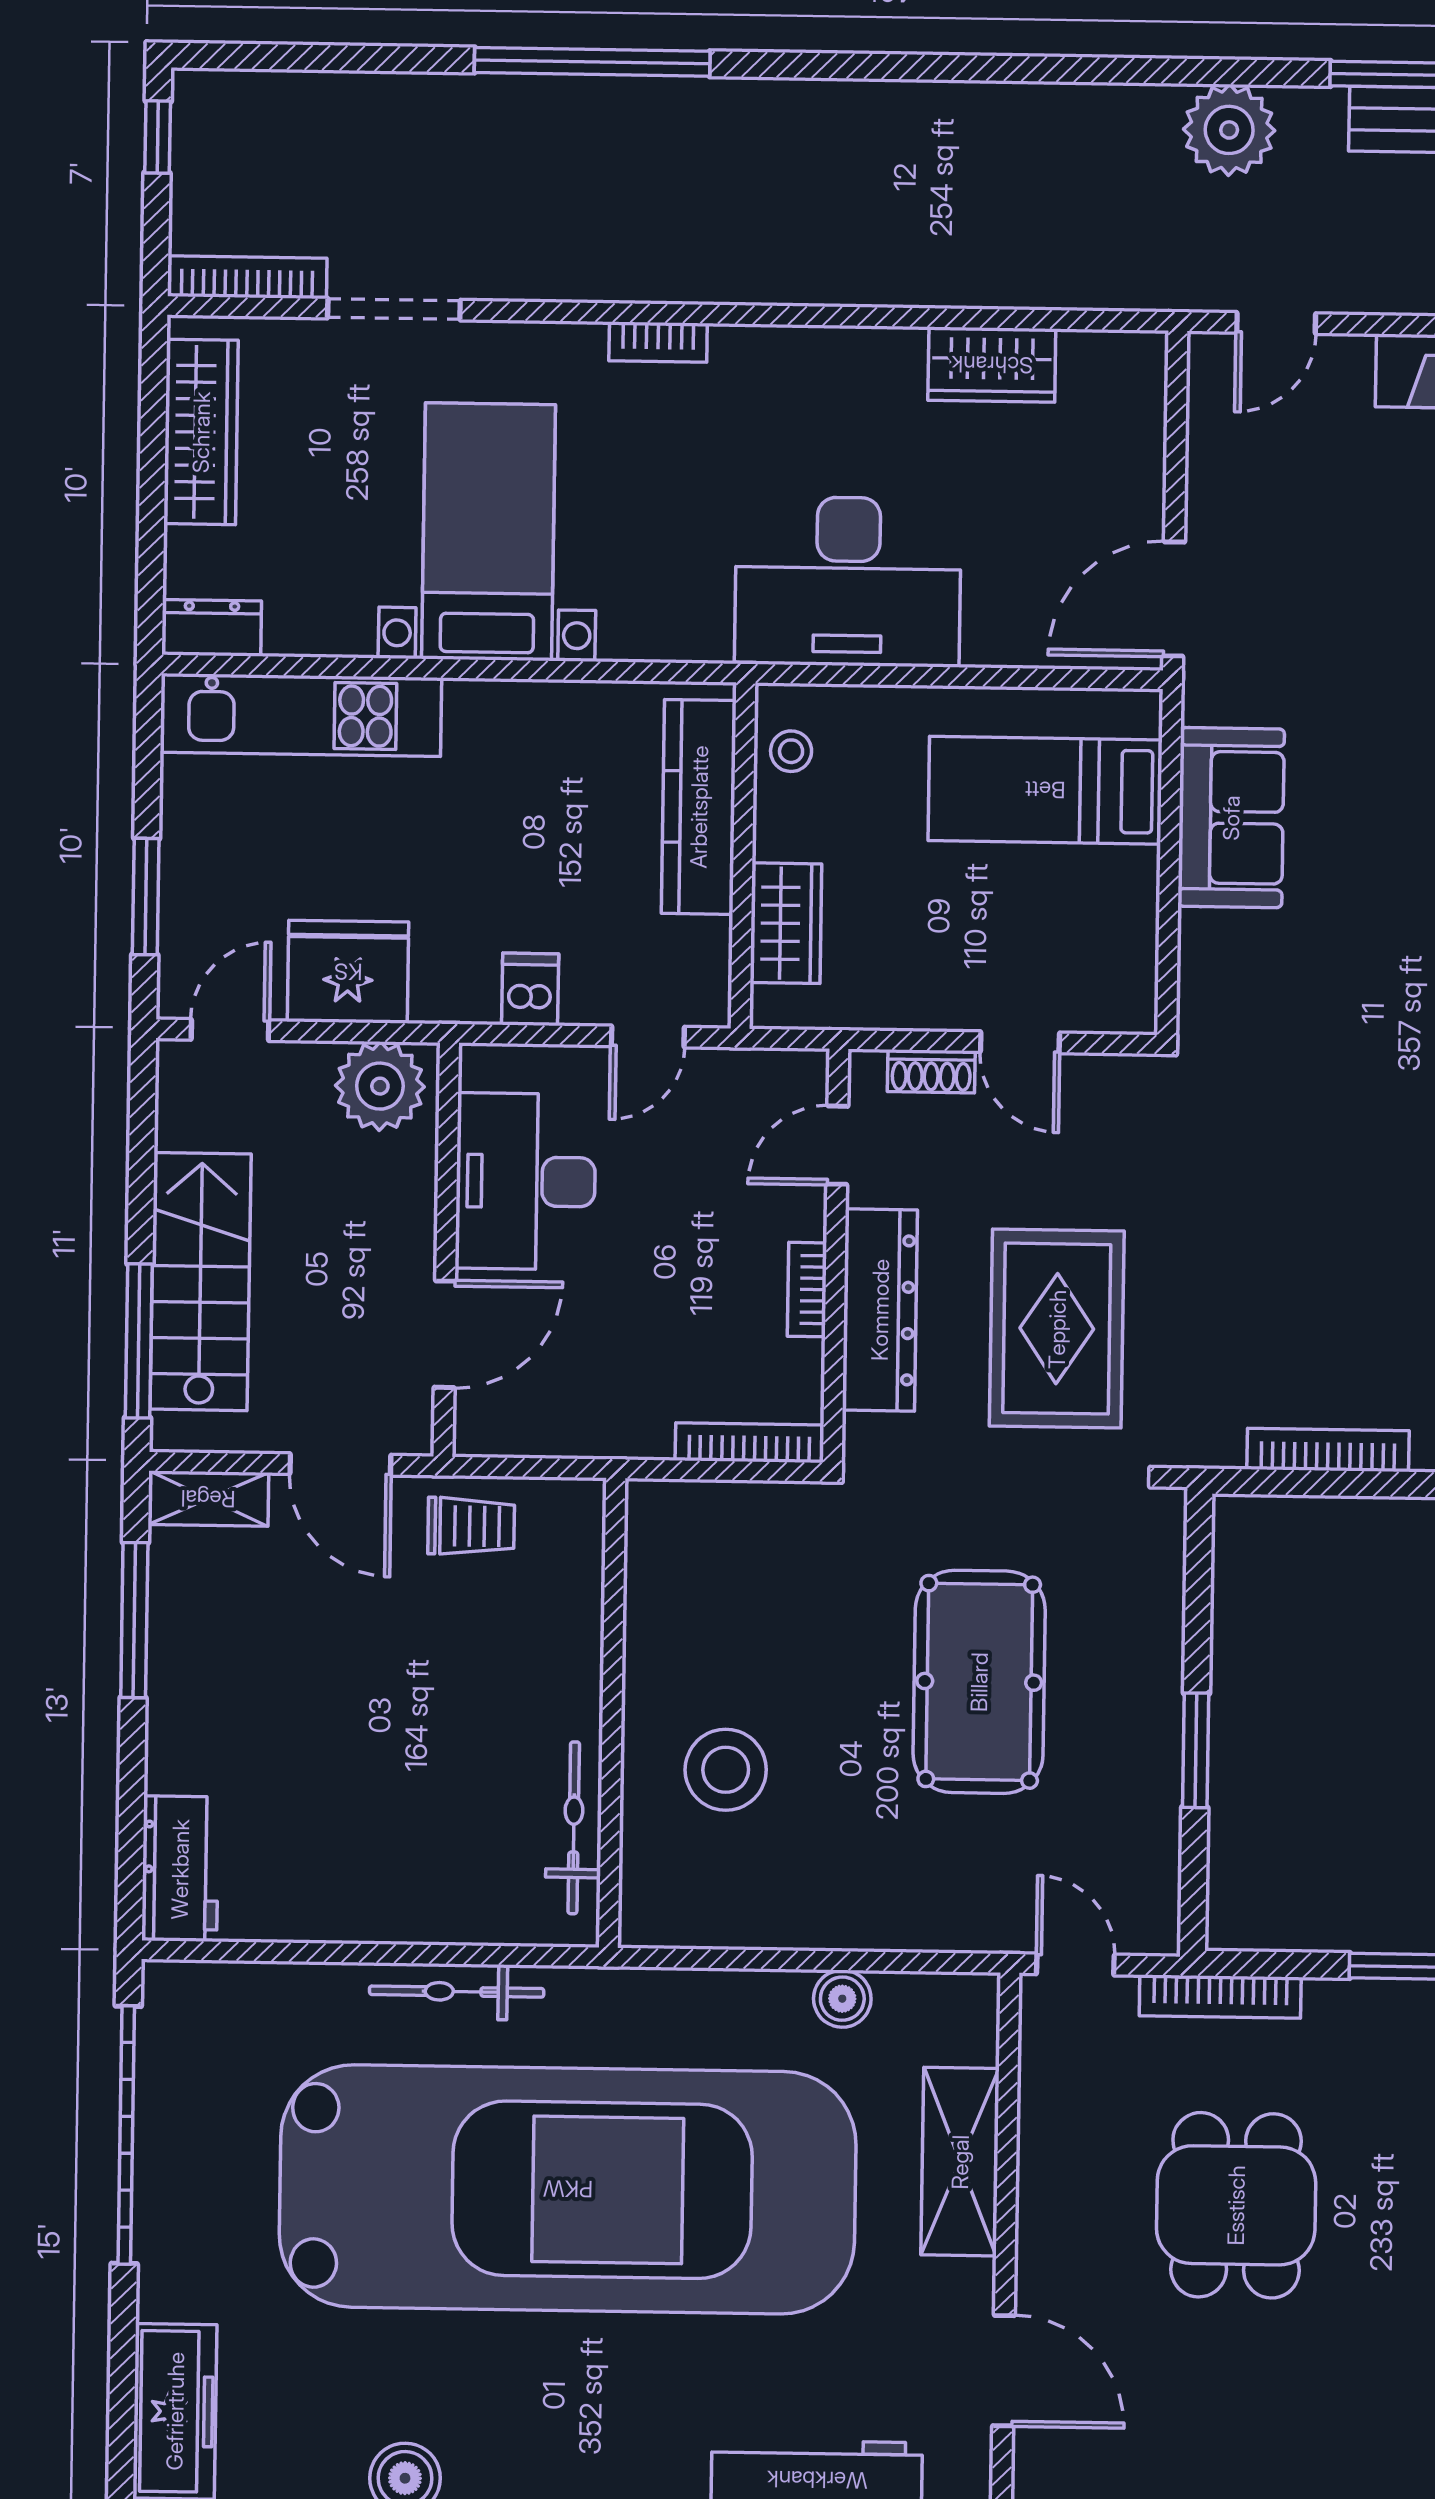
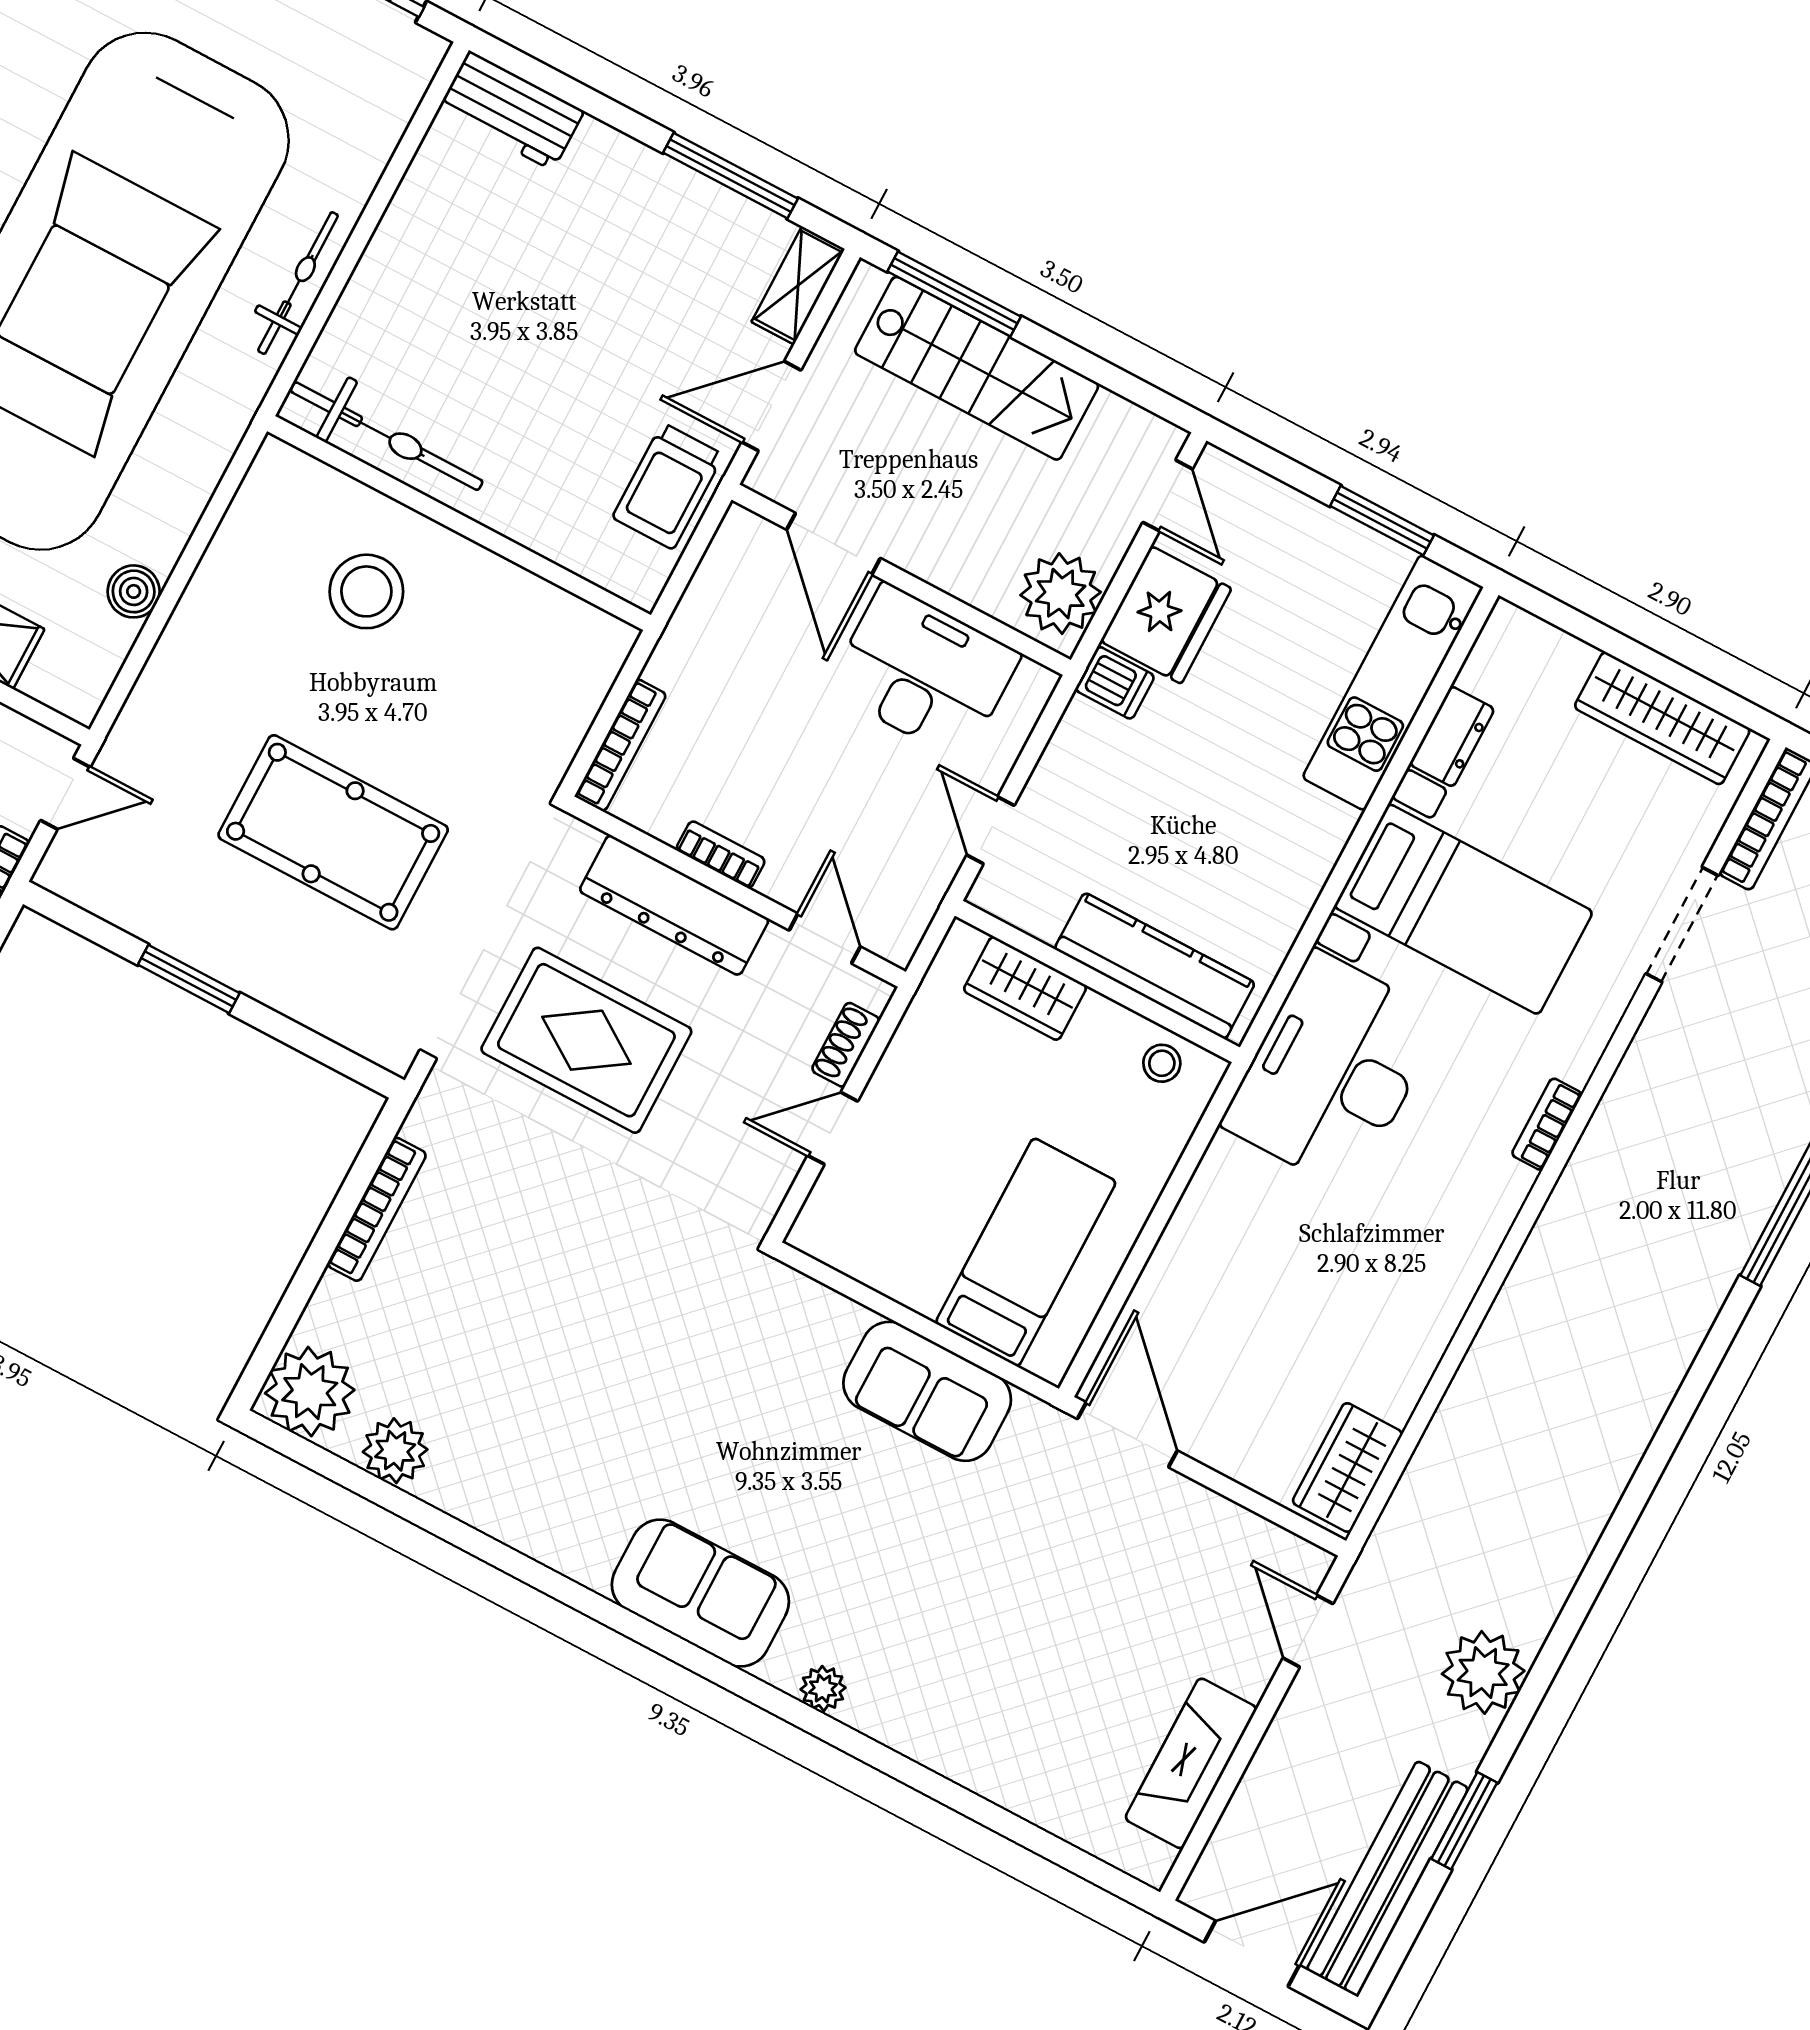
wardrobe: (992, 365) -> (1347, 1468), moved
desk: (848, 582) -> (1333, 1071), moved
dresser: (212, 628) -> (1452, 736), moved
window: (146, 897) -> (1382, 521), moved
dishwasher: (530, 989) -> (1115, 683), moved
trolley: (471, 1526) -> (668, 486), width x1.36, depth x1.39
bicycle: (574, 1828) -> (387, 436), width x1.37, depth x1.40

